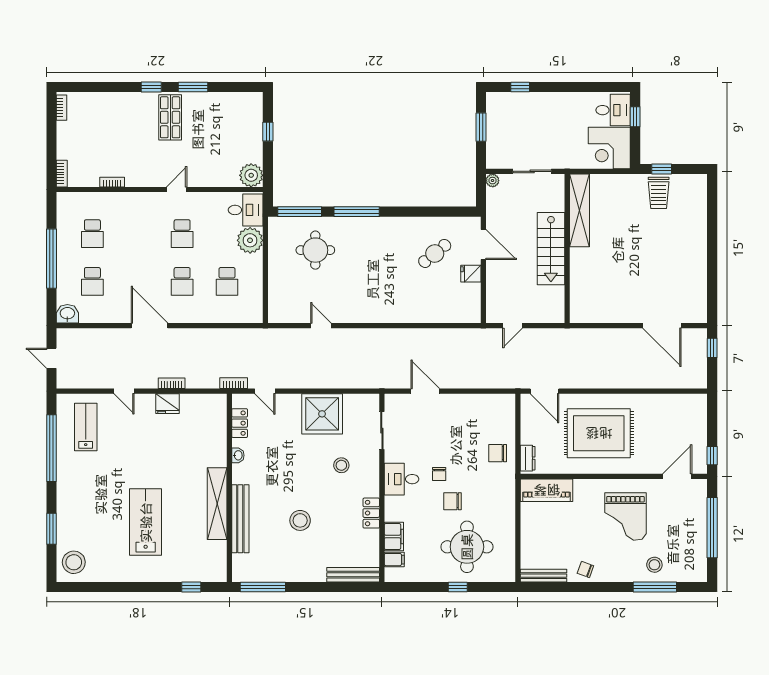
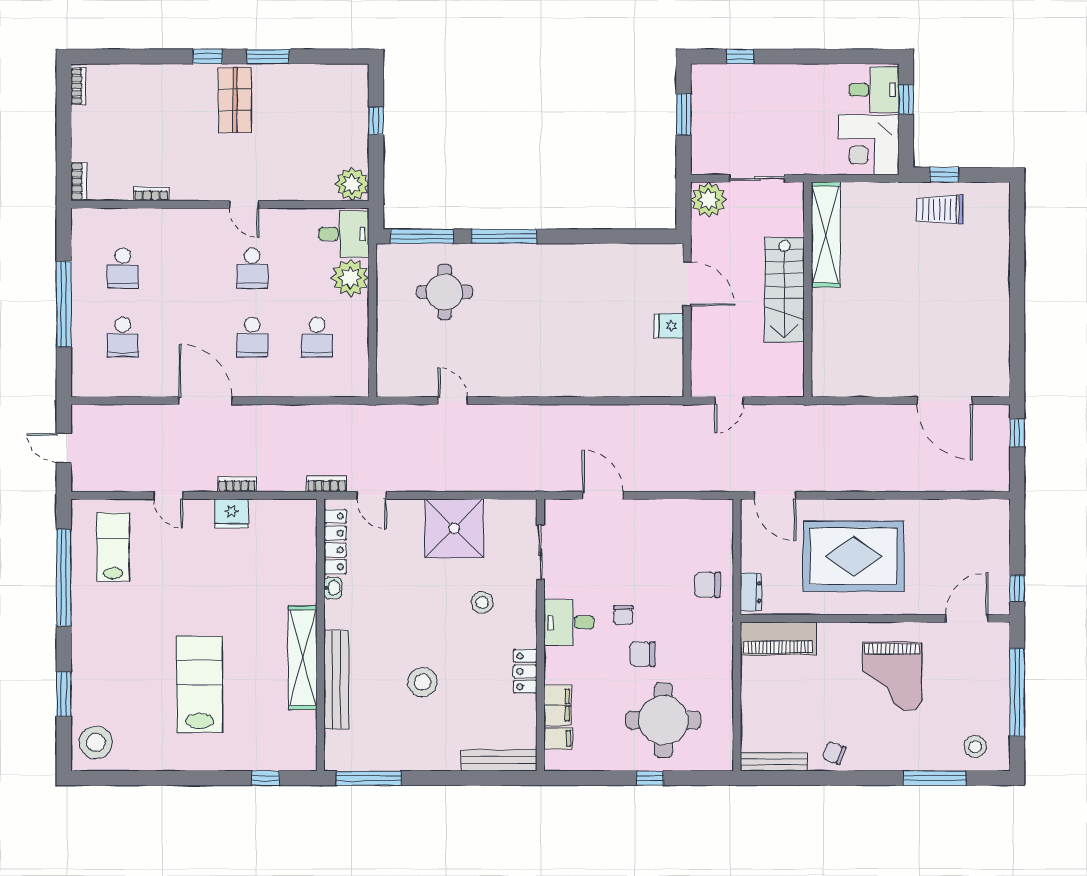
plant: (493, 181) -> (709, 200), width x1.88, depth x1.88
door: (177, 189) -> (244, 204), swing flipped
trolley: (659, 193) -> (940, 209), turned 90
cafe table: (435, 253) -> (617, 297), removed
washbasin: (67, 314) -> (87, 384), removed
locker: (240, 423) -> (335, 542), width x1.53
stool: (654, 565) -> (975, 747), moved

